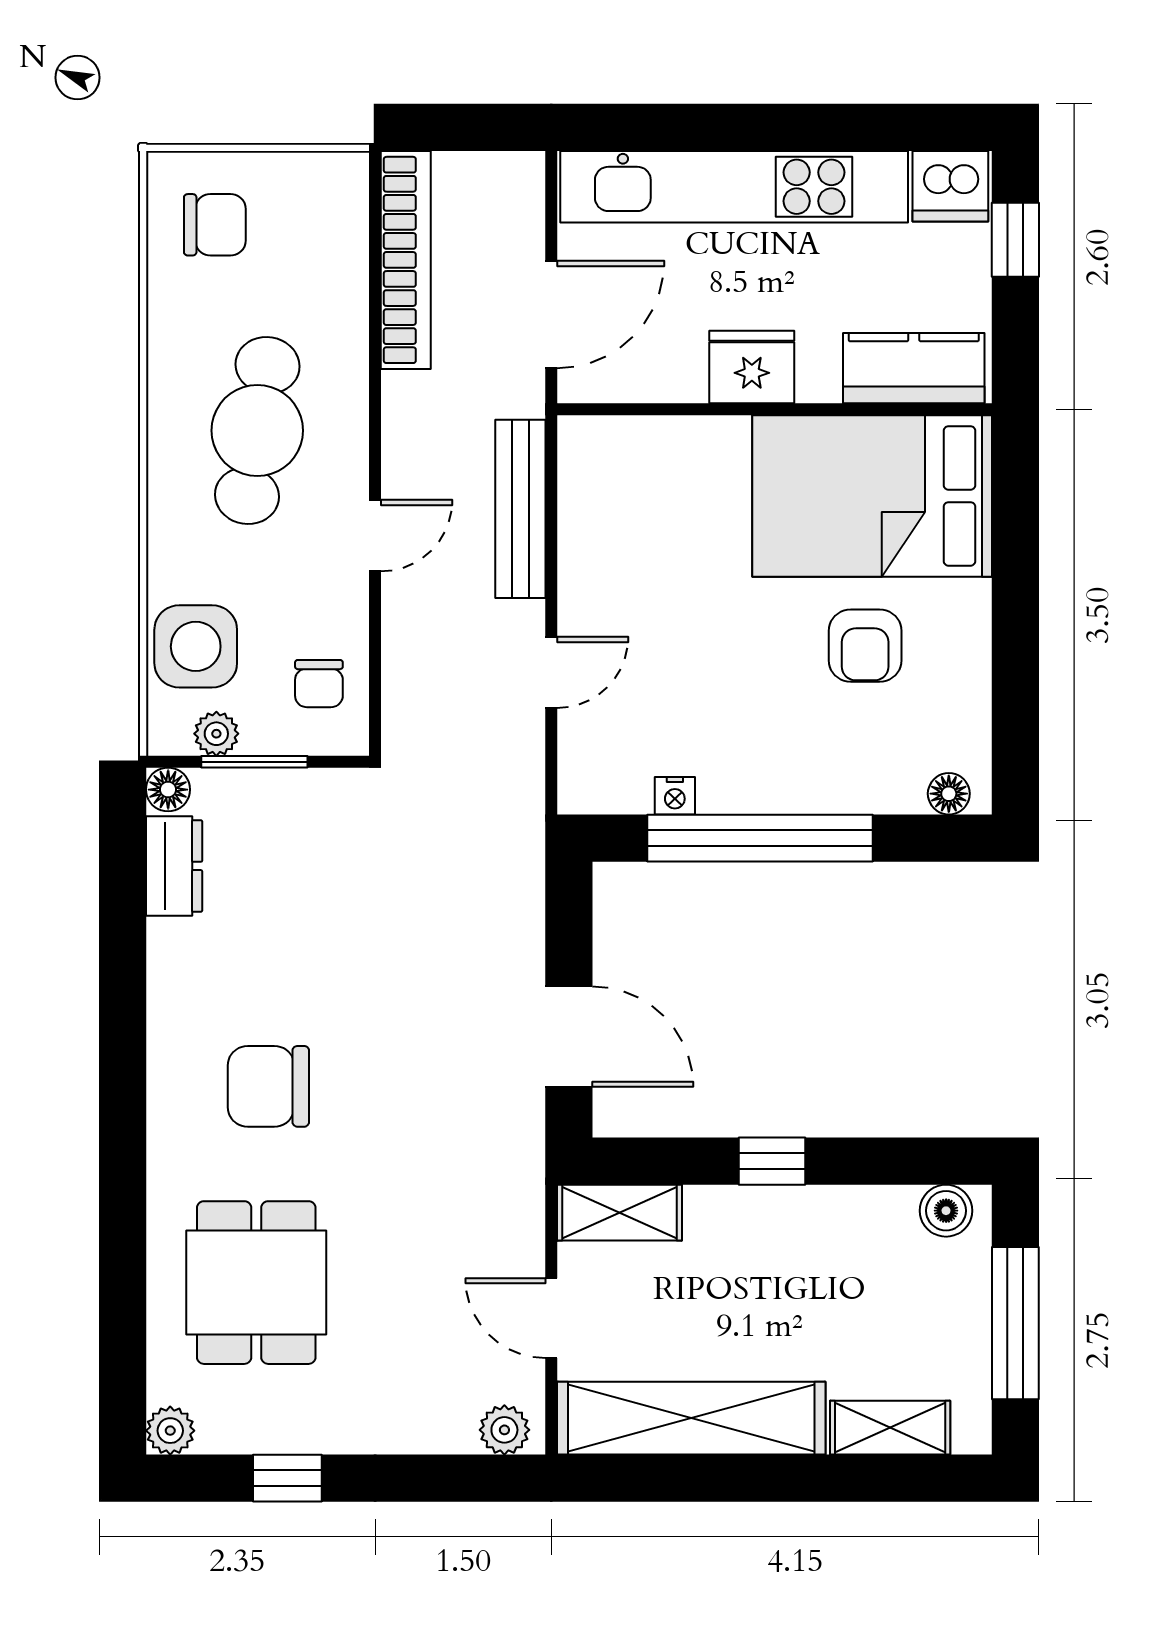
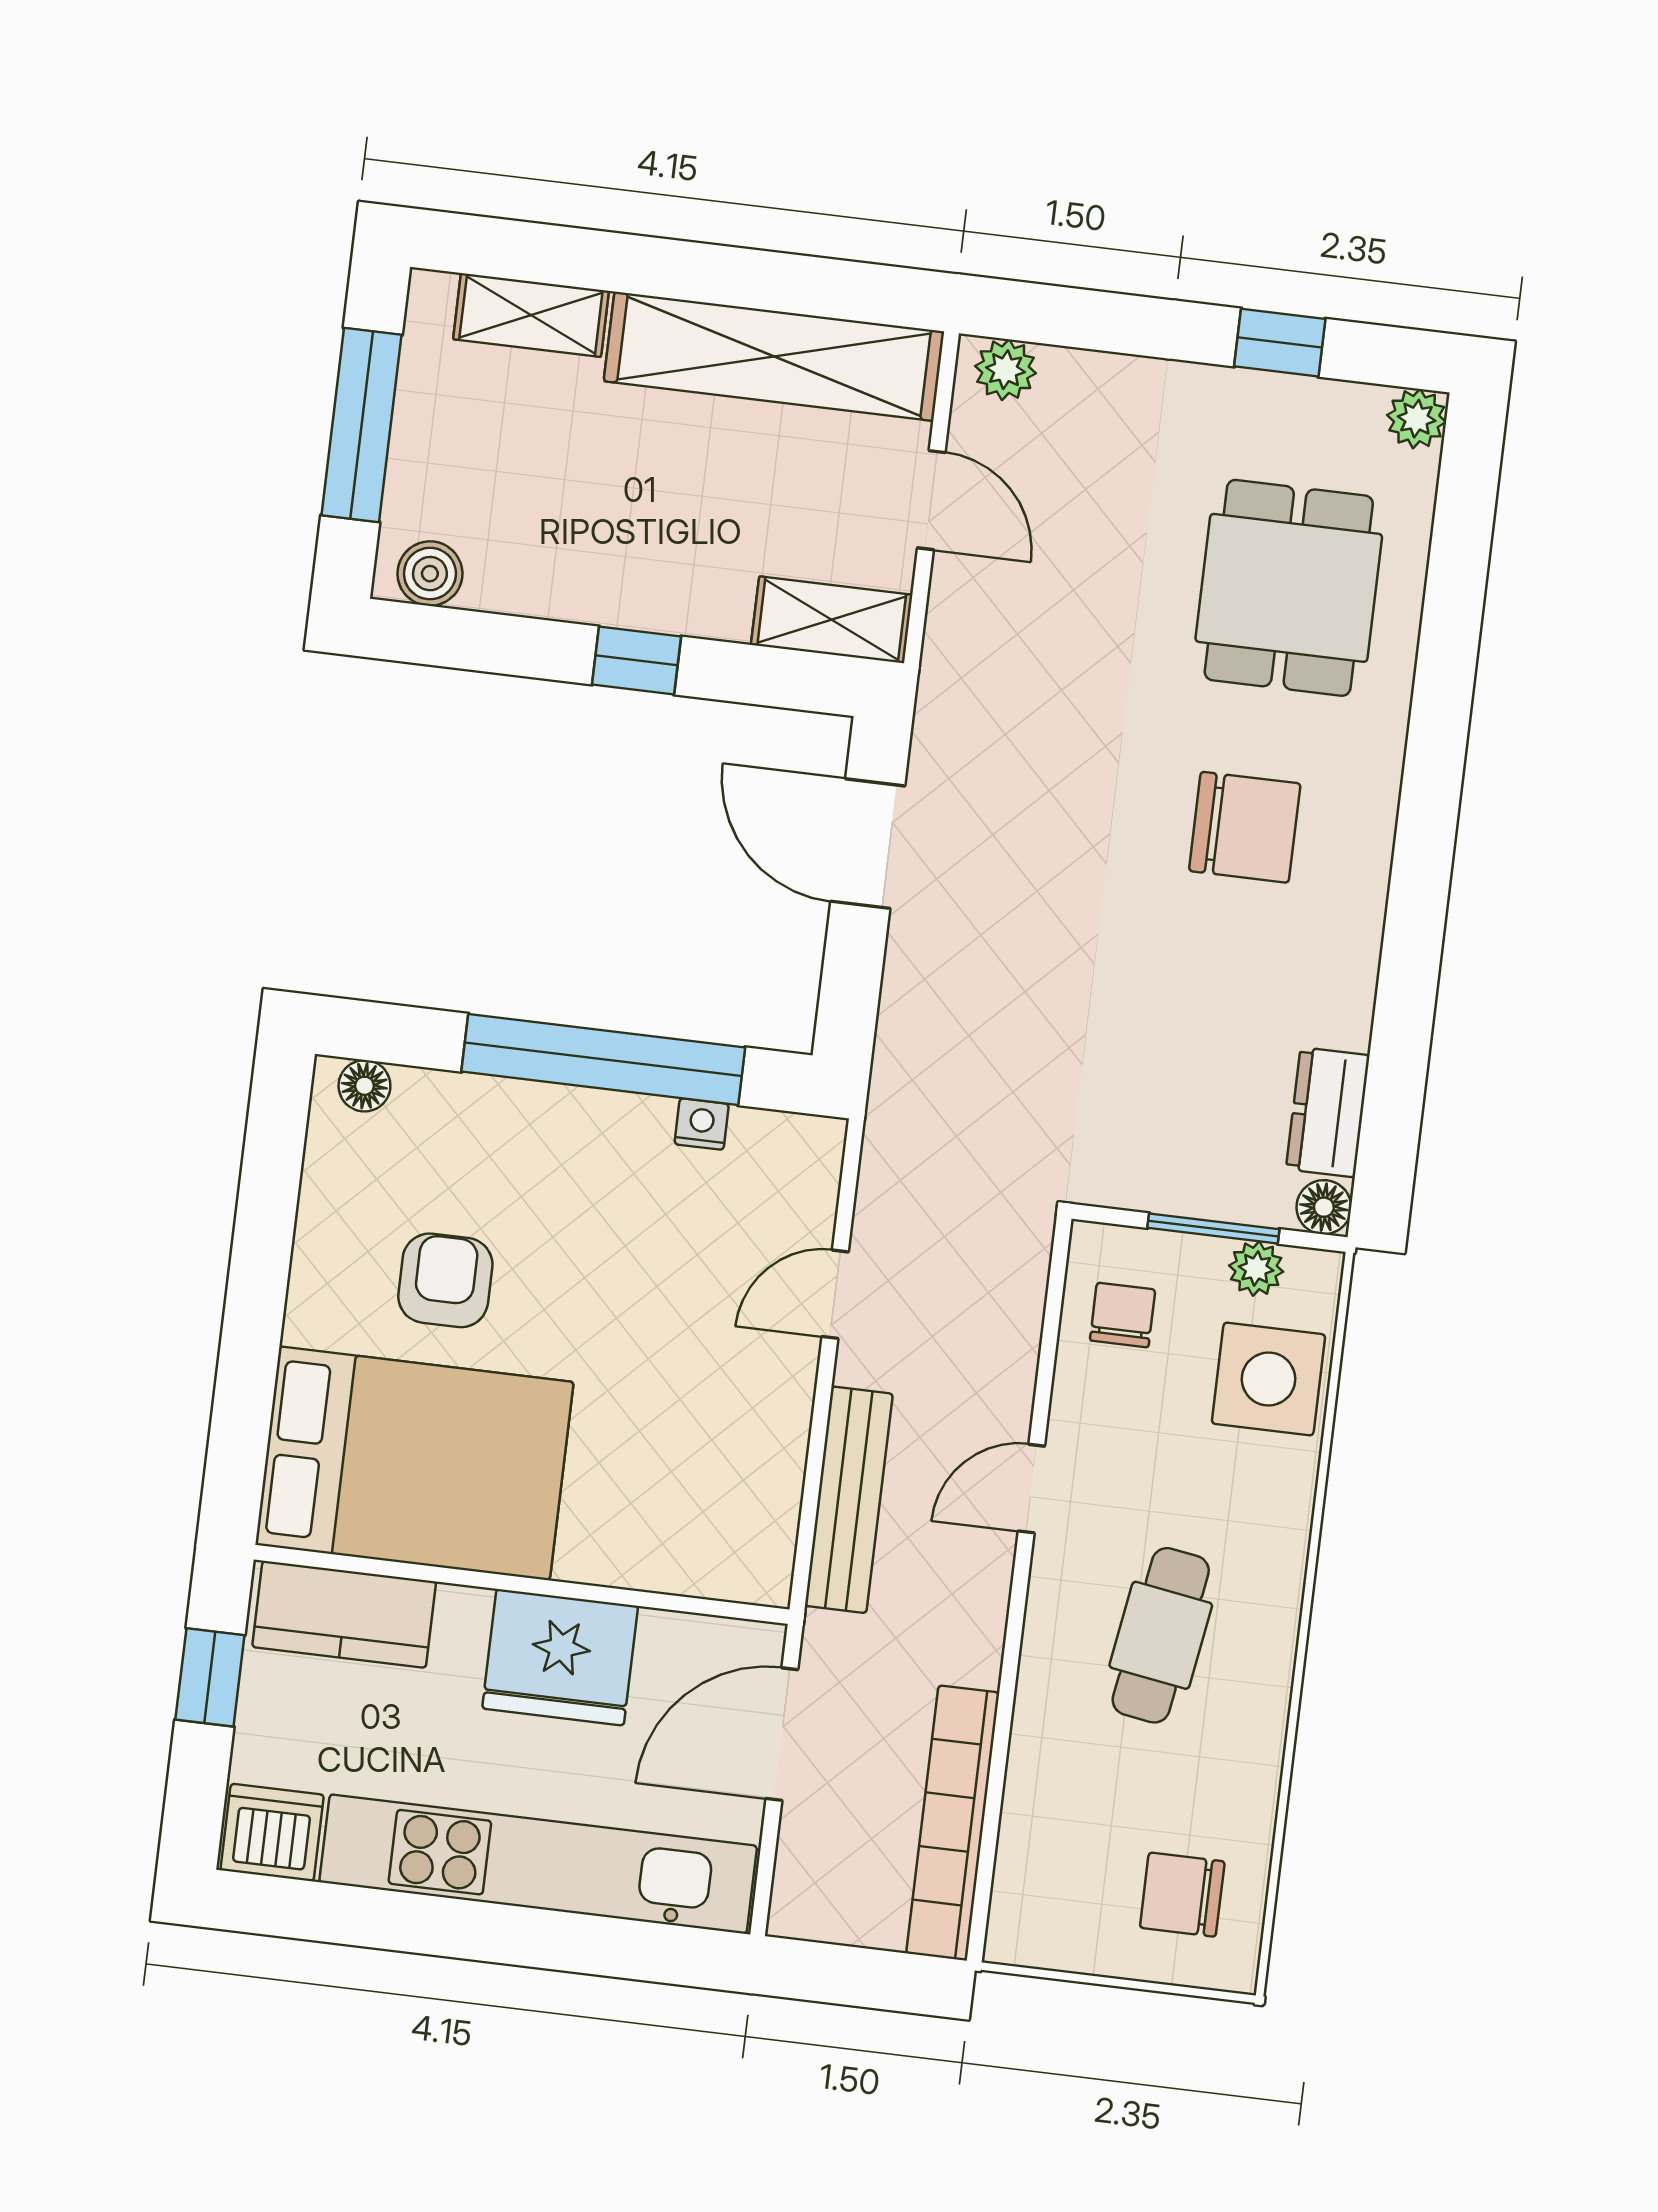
window: (1015, 240) -> (210, 1677), moved
fridge: (752, 367) -> (560, 1657), width x1.36, depth x1.34
cafe table: (257, 431) -> (1161, 1635), width x0.73, depth x0.74

